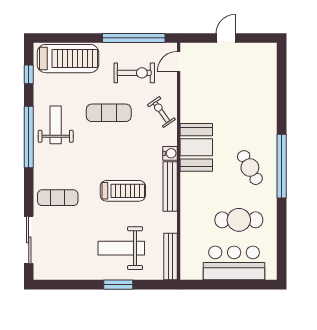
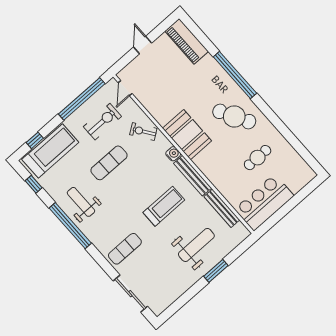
window: (63, 38) -> (35, 140), added
piano: (266, 68) -> (187, 41), added
window: (282, 166) -> (235, 75), moved
cafe table: (250, 168) -> (234, 116), width x1.37, depth x1.35
cafe table: (239, 220) -> (258, 158), width x0.73, depth x0.74
weight bench: (121, 248) -> (196, 245), turned 180
bench: (170, 257) -> (222, 208), moved
bar counter: (234, 263) -> (264, 202), moved

